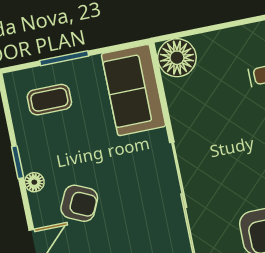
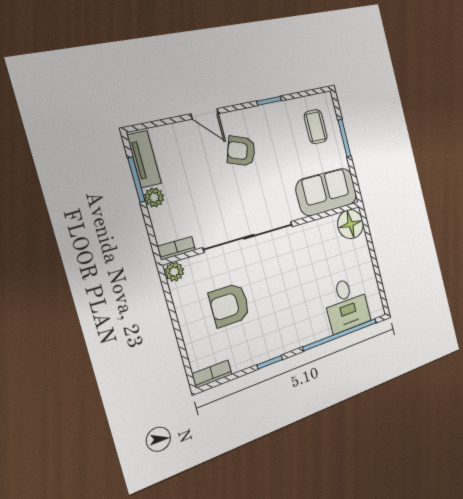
floor lamp: (34, 182) -> (255, 114), removed
armchair: (79, 203) -> (241, 151), turned 85

